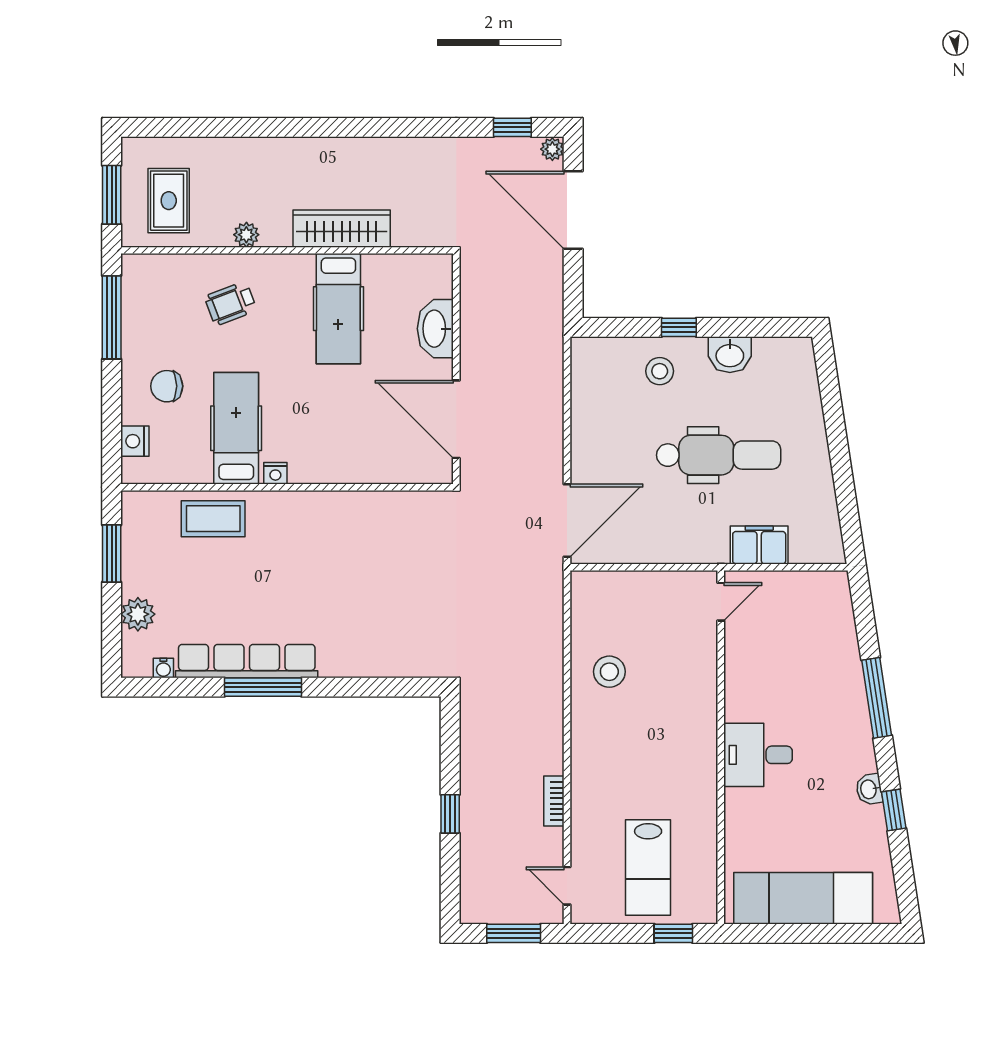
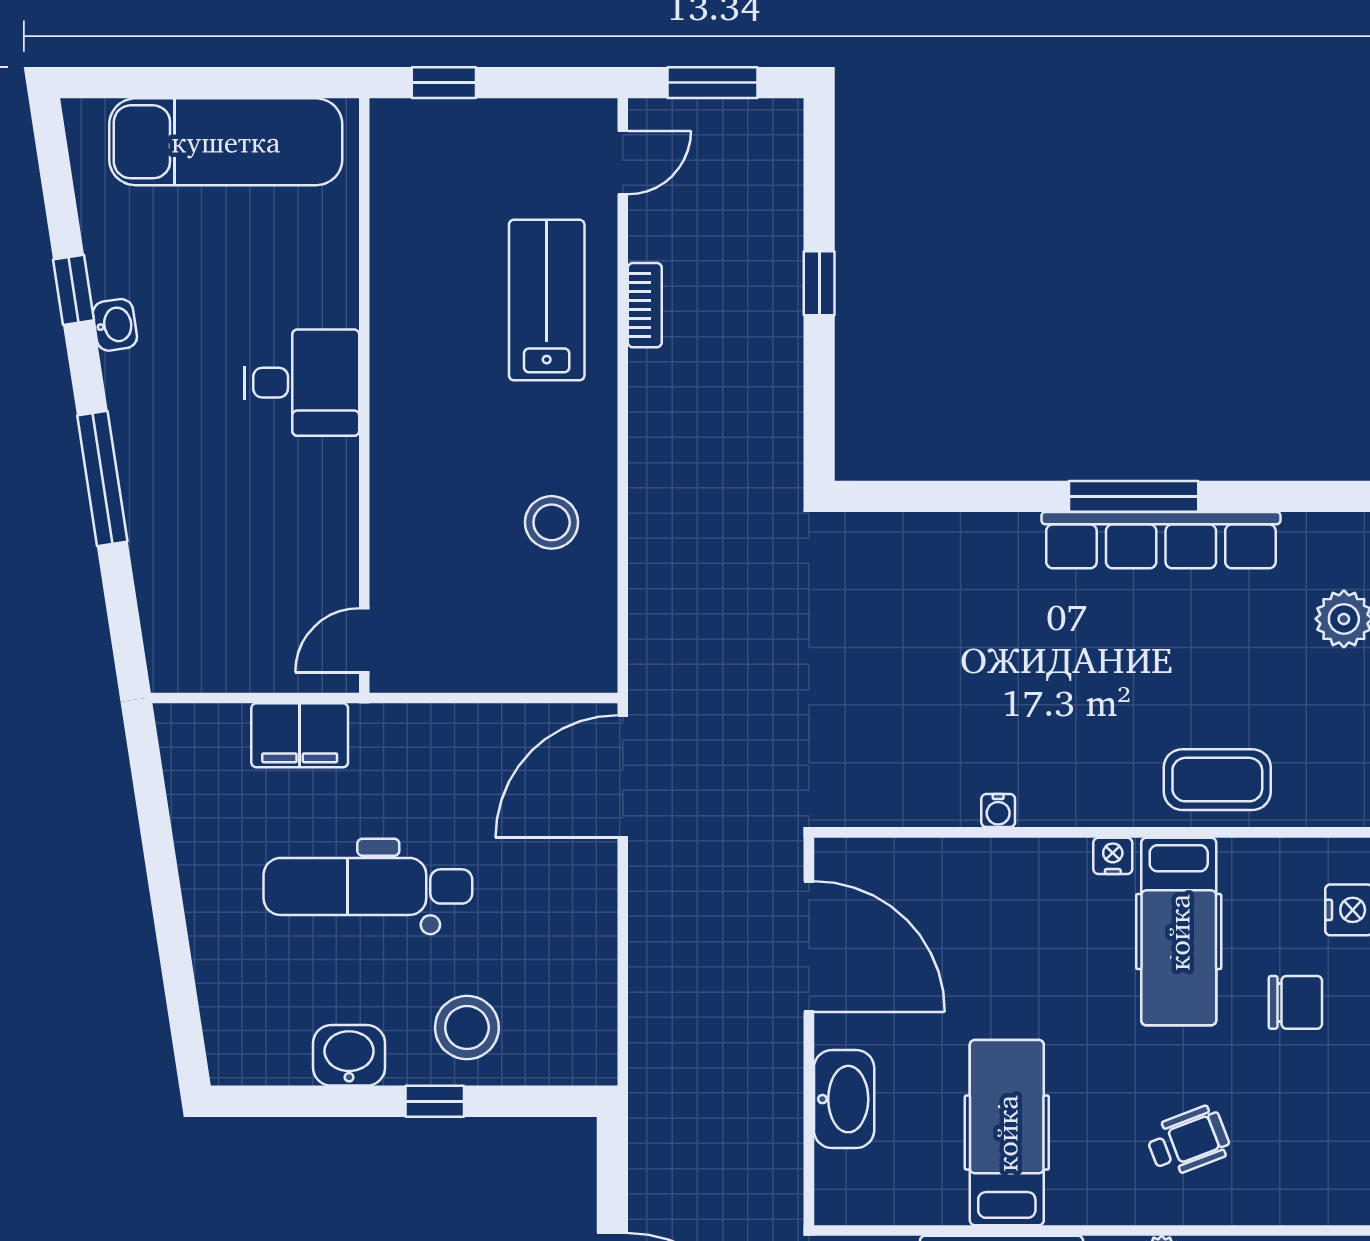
stool: (660, 371) -> (467, 1028), width x1.38, depth x1.38
water cooler: (163, 668) -> (998, 811), moved, turned 180
lab bench: (648, 868) -> (547, 300), moved
door: (567, 886) -> (623, 163), hinge flipped

